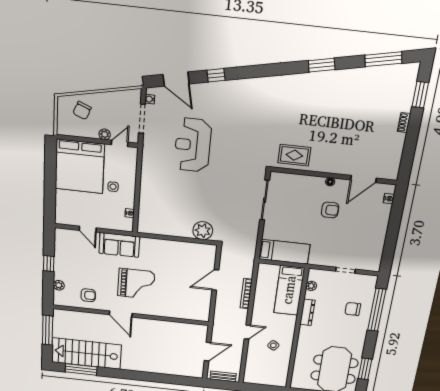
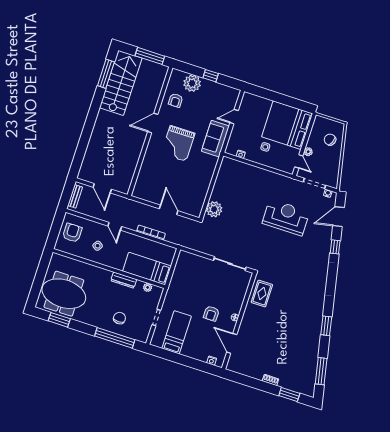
bed: (284, 252) -> (177, 332), moved, turned 180
plant: (59, 285) -> (192, 83), width x1.87, depth x1.87
armchair: (264, 372) -> (72, 233), added

